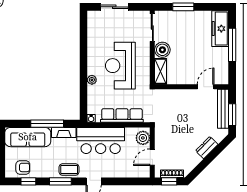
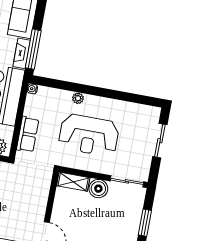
reception desk: (120, 66) -> (89, 135), turned 180
row of seats: (122, 116) -> (28, 134), width x0.68
window: (47, 124) -> (33, 49), moved

